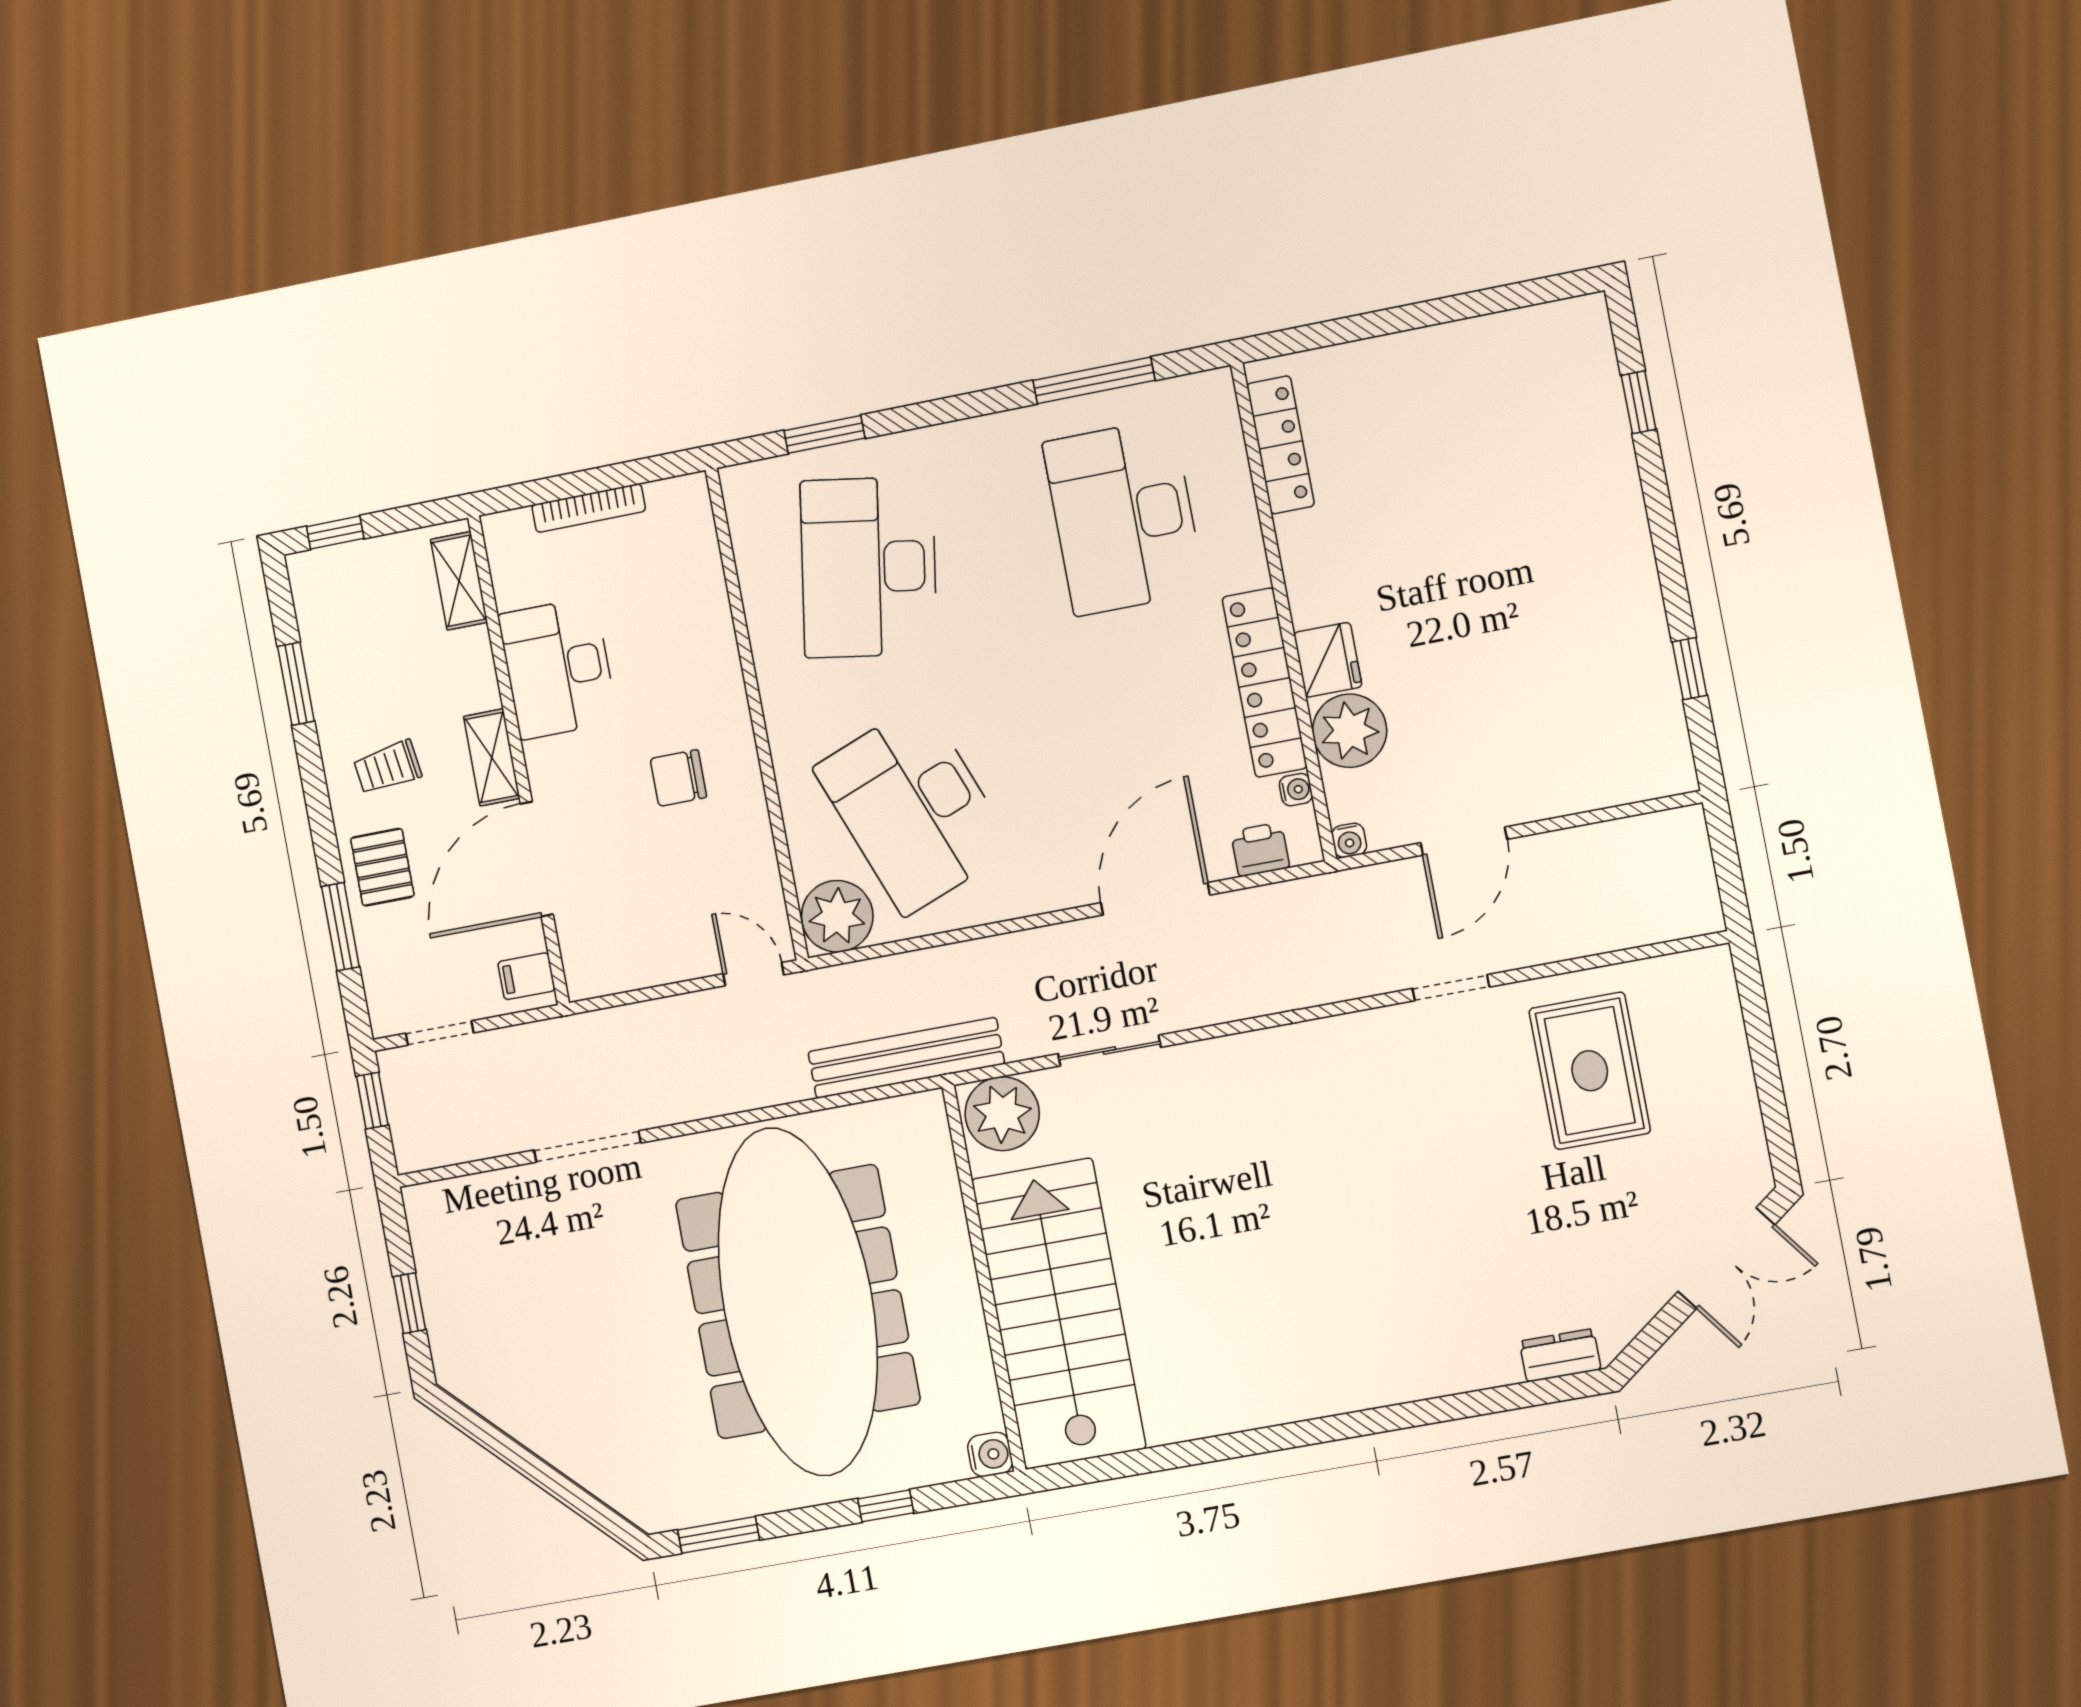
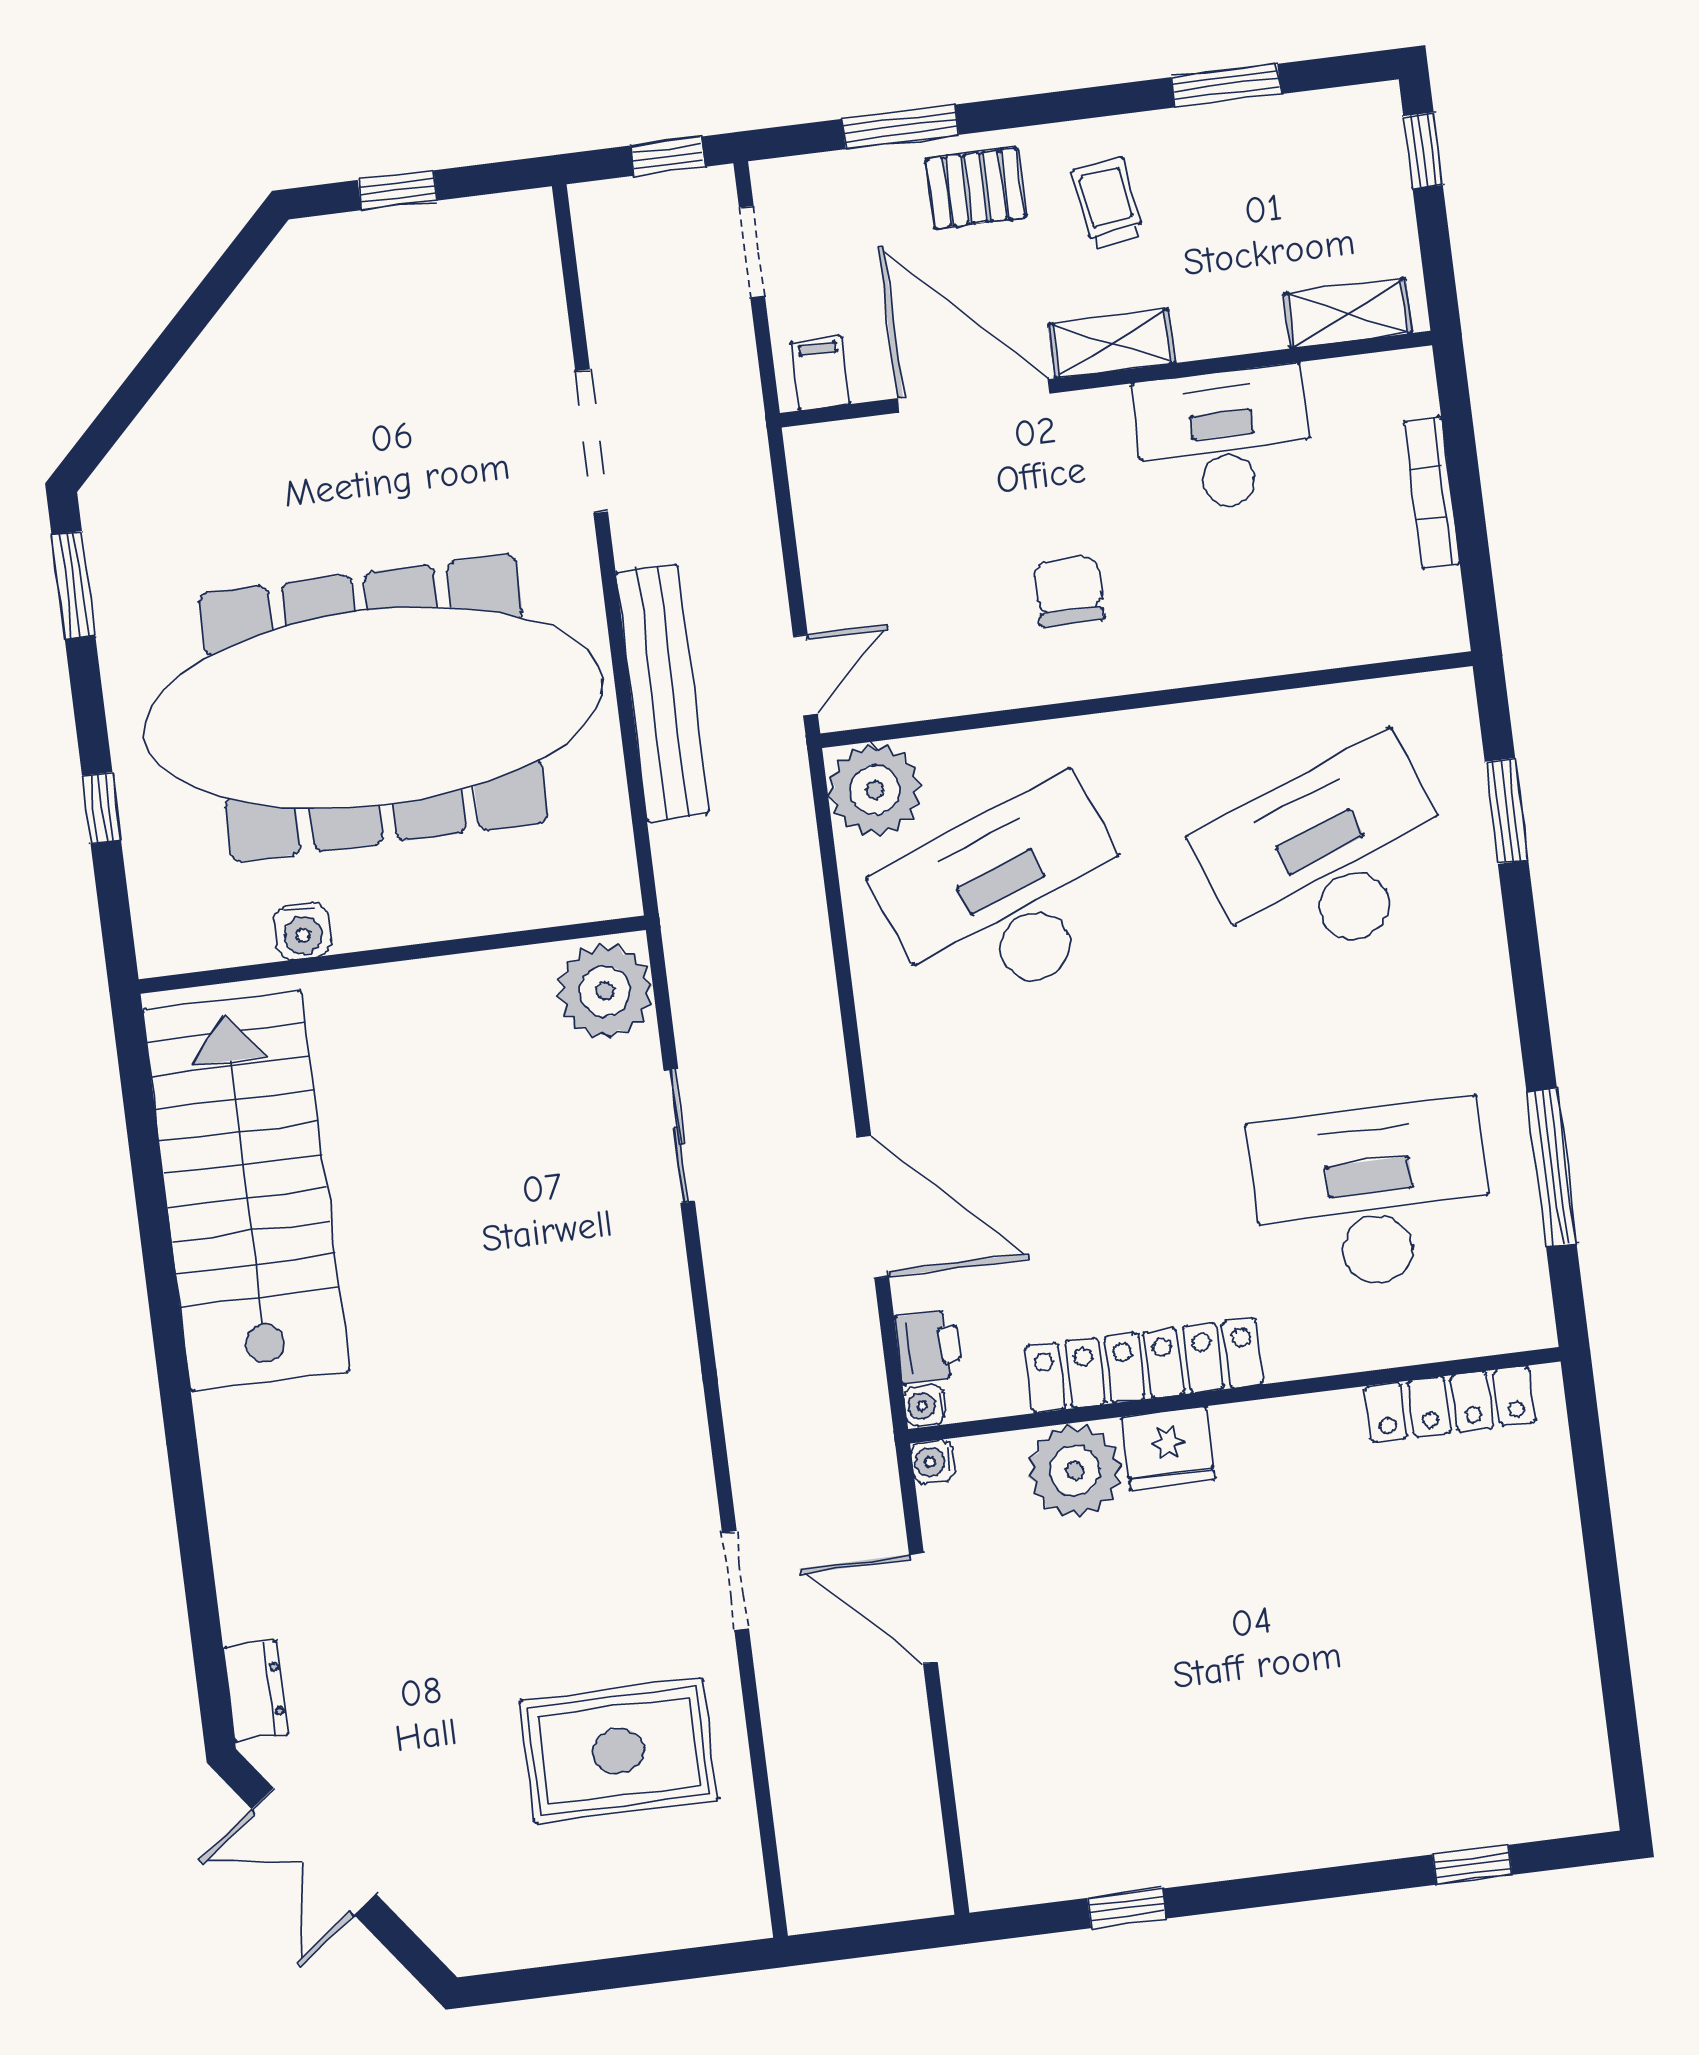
desk: (869, 567) -> (1329, 859), turned -30
water cooler: (1296, 790) -> (925, 1405), moved, turned 90
bench: (906, 1058) -> (662, 693), moved
double door: (1726, 1258) -> (314, 1851), moved
stairs: (1059, 1314) -> (246, 1191), moved, turned -90
water cooler: (990, 1454) -> (303, 931), moved

